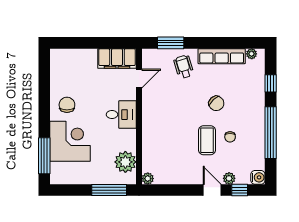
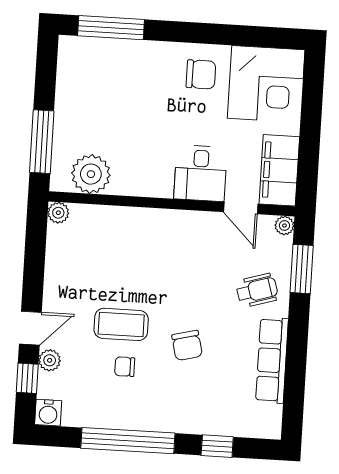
plant: (252, 54) -> (284, 225), moved
chair: (216, 103) -> (187, 345), turned -61
desk: (121, 115) -> (200, 173), moved
corner desk: (70, 141) -> (266, 84), moved

